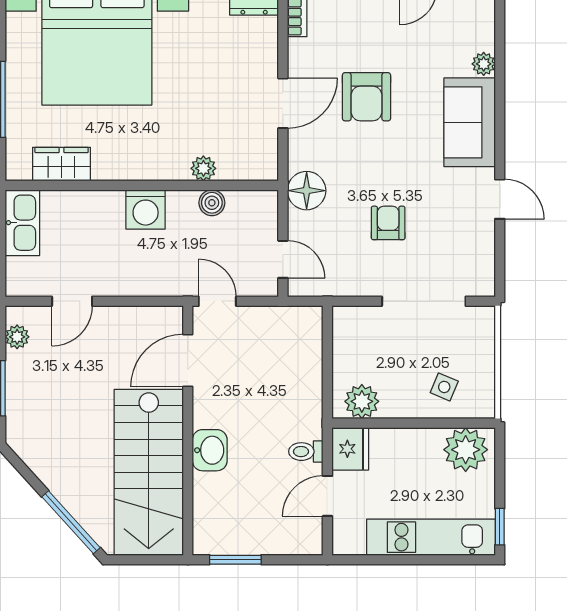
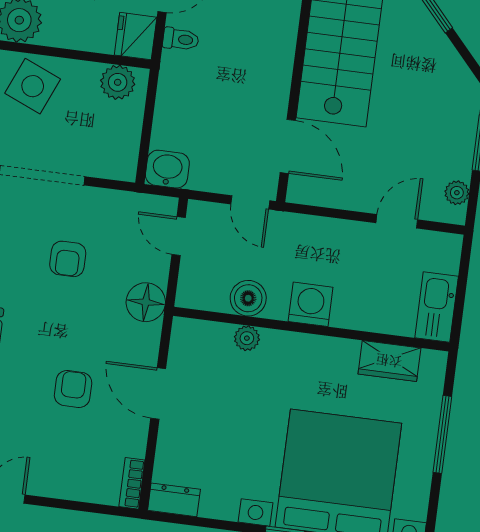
armchair: (366, 97) -> (73, 389), width x0.72, depth x0.72
door: (283, 103) -> (158, 393), hinge flipped
boiler: (212, 203) -> (248, 298), width x1.36, depth x1.36
door: (188, 360) -> (288, 146), hinge flipped
side table: (444, 387) -> (33, 86), width x1.87, depth x1.87
washbasin: (210, 450) -> (167, 169), moved, turned 90

